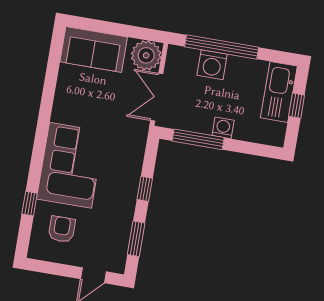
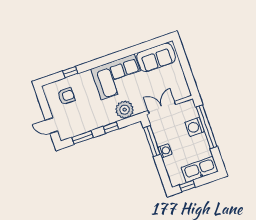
sofa: (94, 49) -> (156, 57), moved, turned -90
plant: (146, 55) -> (125, 110), moved
window: (297, 106) -> (187, 186), moved
corner sofa: (70, 165) -> (118, 77), moved

